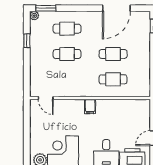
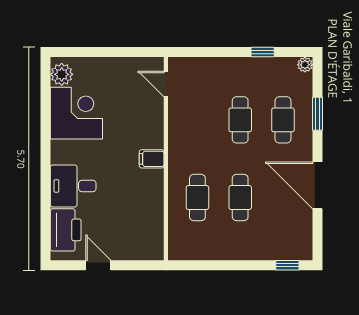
window: (46, 8) -> (317, 114), moved
door: (116, 8) -> (317, 185), moved
door: (46, 98) -> (166, 84), hinge flipped

